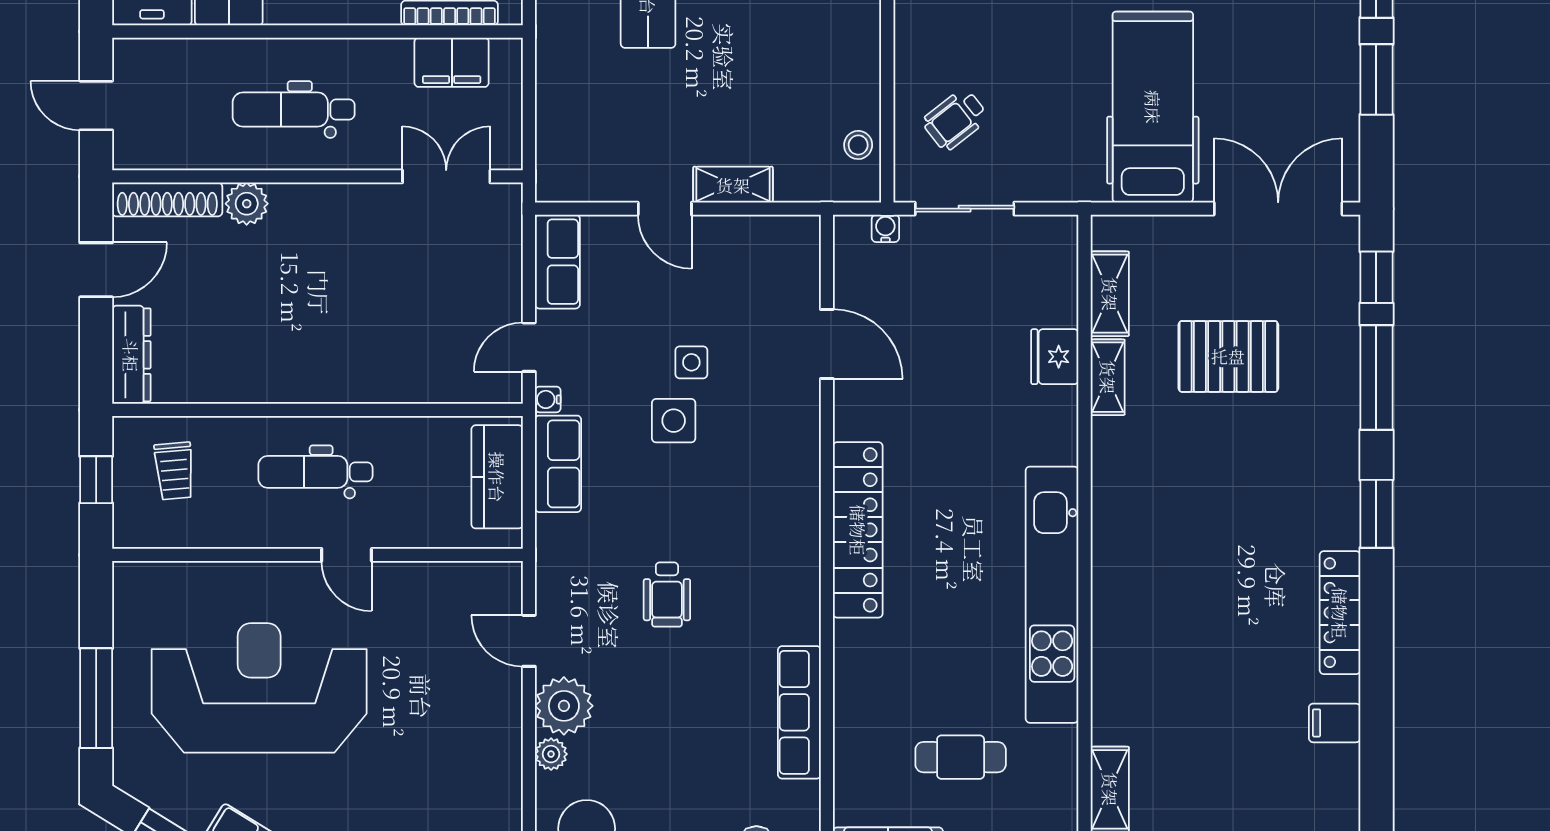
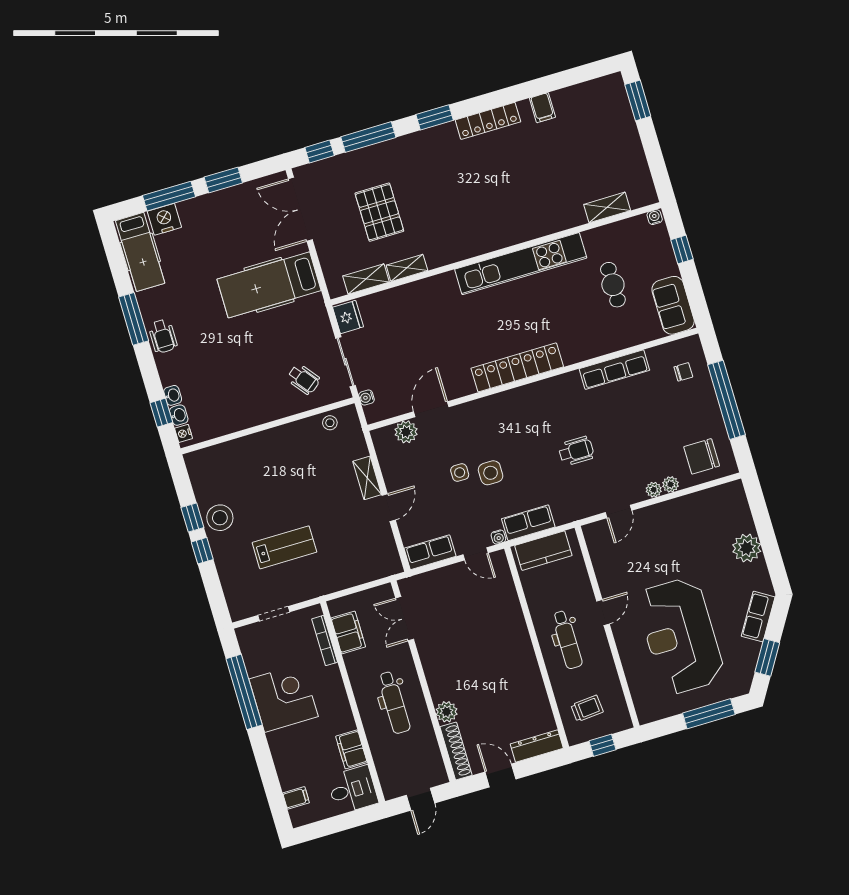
plant: (798, 284) -> (406, 432), added
fridge: (1055, 357) -> (348, 317), moved, turned -90
plant: (564, 706) -> (654, 490), width x0.53, depth x0.53

